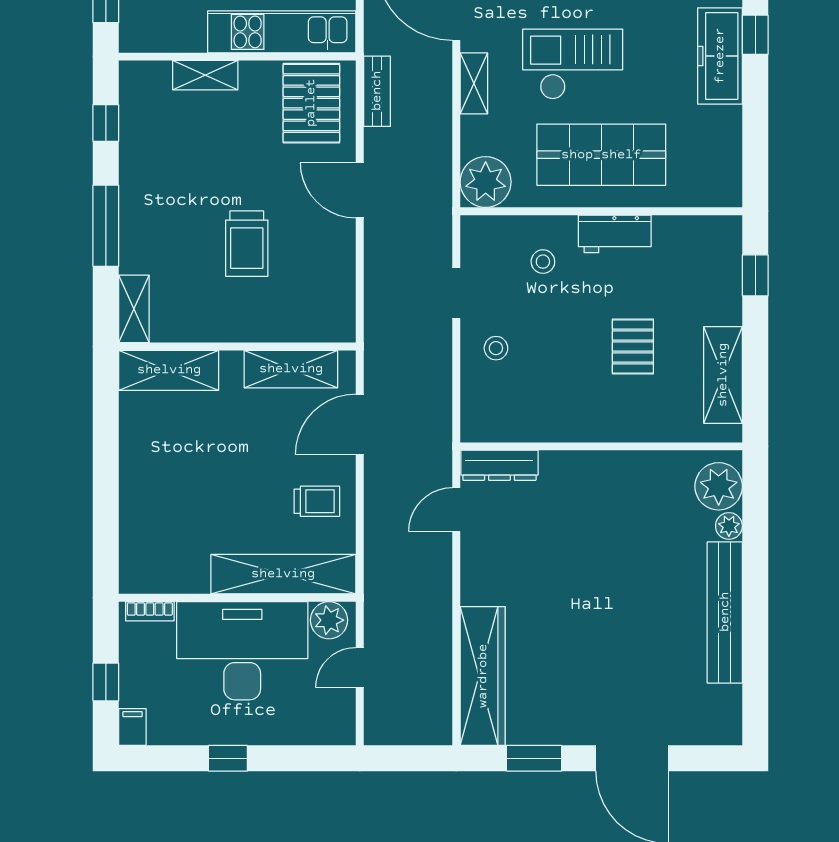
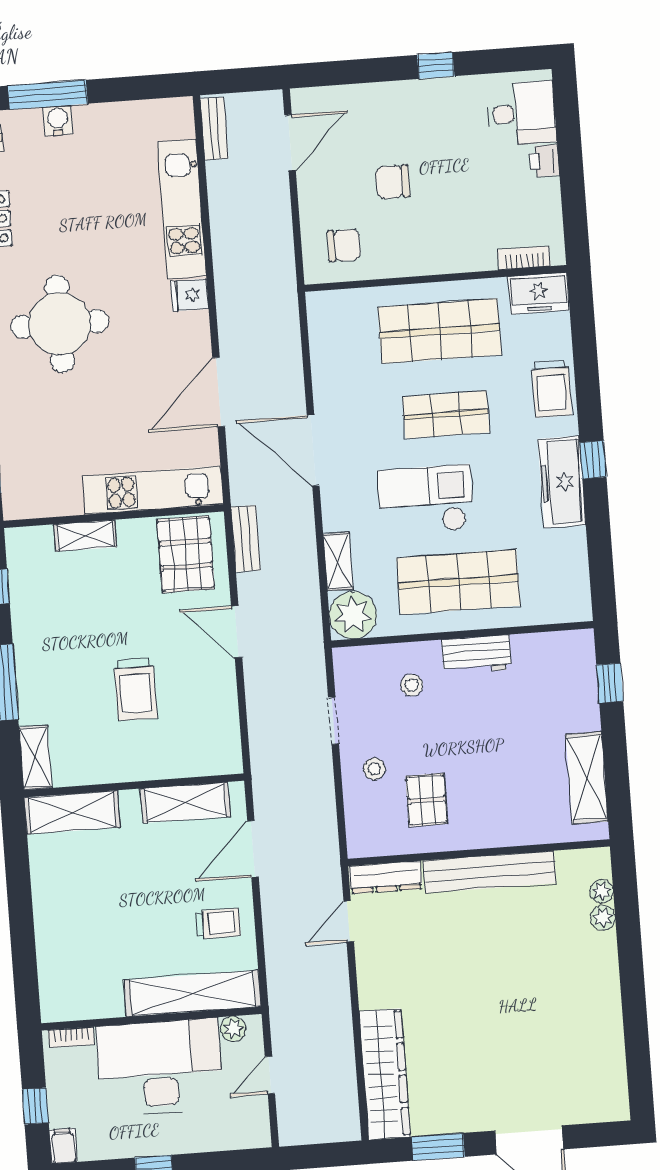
shelving: (474, 83) -> (338, 562), moved
pallet: (633, 346) -> (427, 800), moved
plant: (719, 486) -> (602, 891), width x0.53, depth x0.53
bench: (725, 612) -> (490, 872), moved, turned 90
plant: (329, 620) -> (233, 1029), width x0.73, depth x0.73

